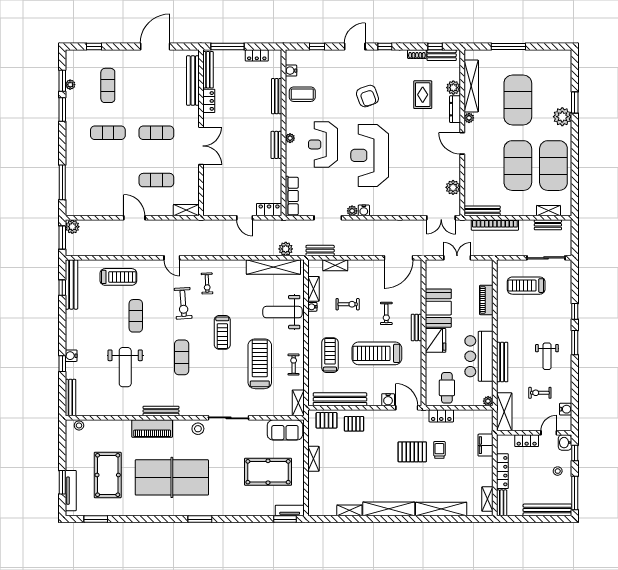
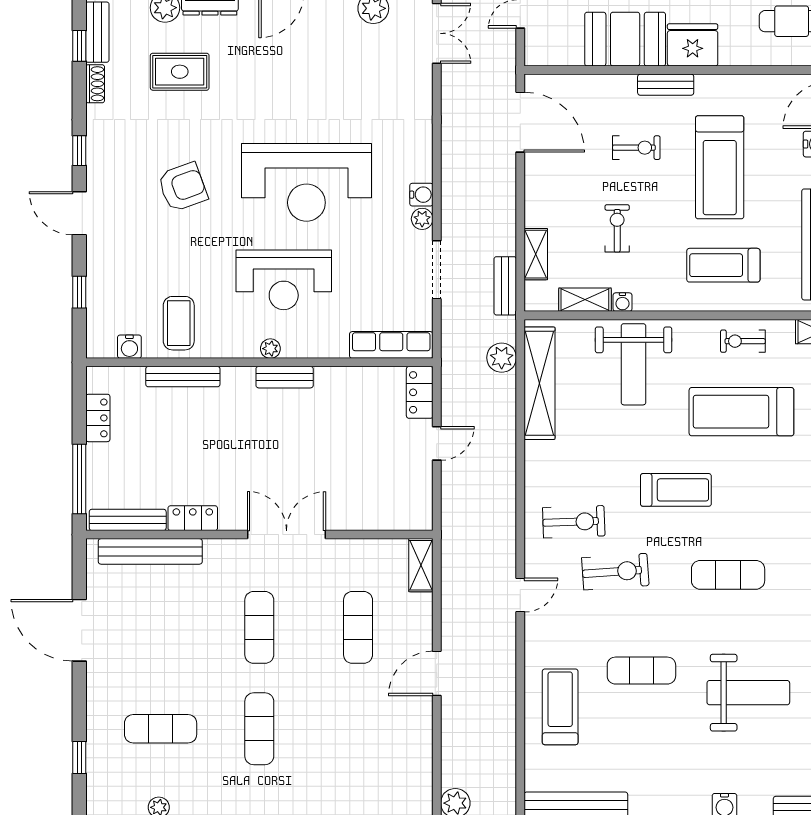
exercise bike: (207, 283) -> (574, 522), width x1.38, depth x1.39

